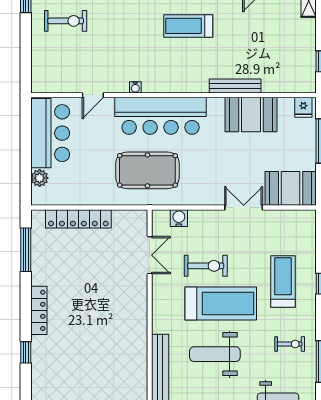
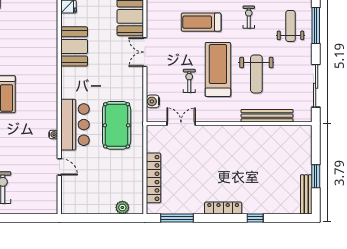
bench: (235, 86) -> (52, 59), removed
bar counter: (161, 116) -> (75, 125), width x0.73
bar counter: (50, 133) -> (88, 199), removed
exercise bike: (206, 266) -> (189, 81), width x0.73, depth x0.72

